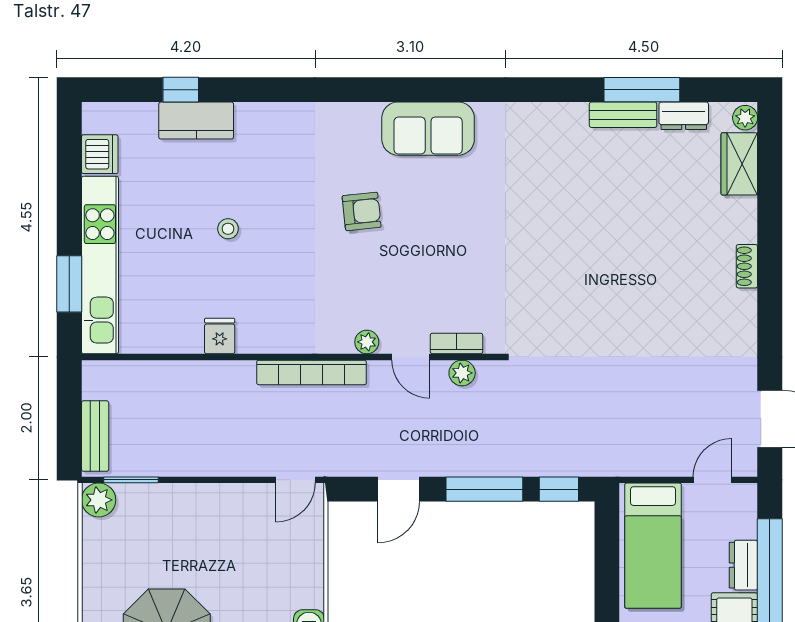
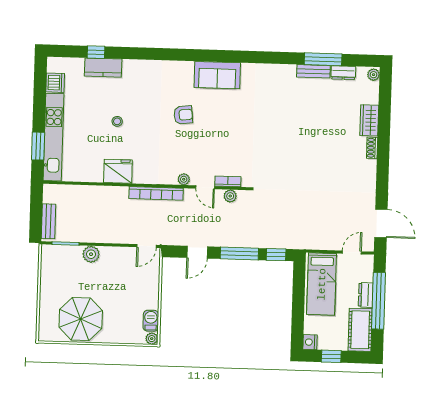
wardrobe: (739, 164) -> (369, 120), moved
fridge: (220, 336) -> (118, 171), width x1.88, depth x1.34
plant: (99, 500) -> (91, 254), moved

